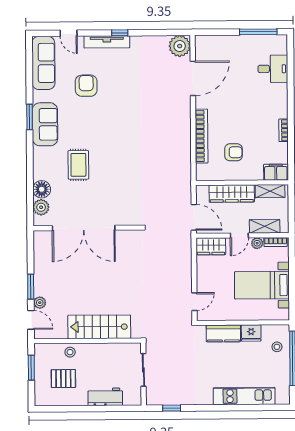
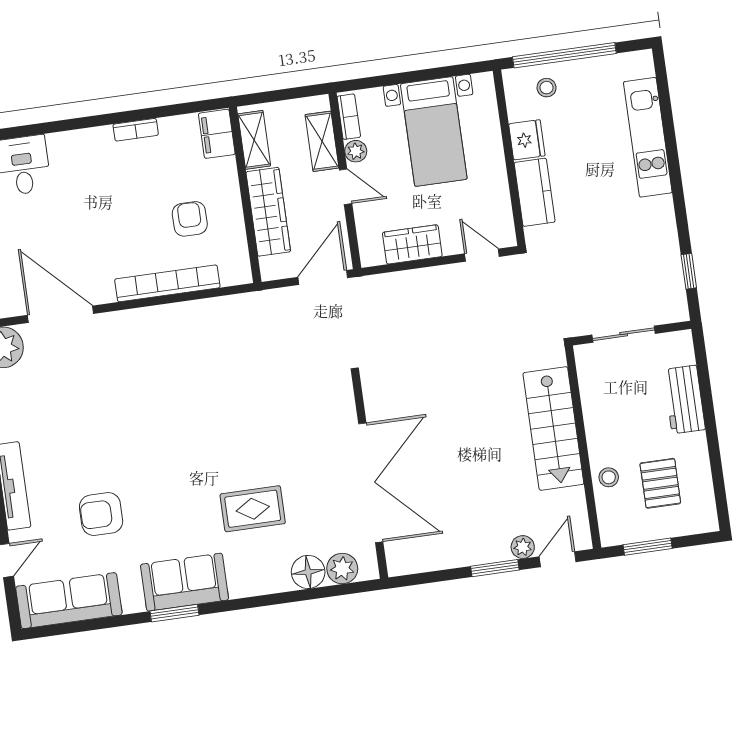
wardrobe: (211, 246) -> (412, 244), moved, turned -90

